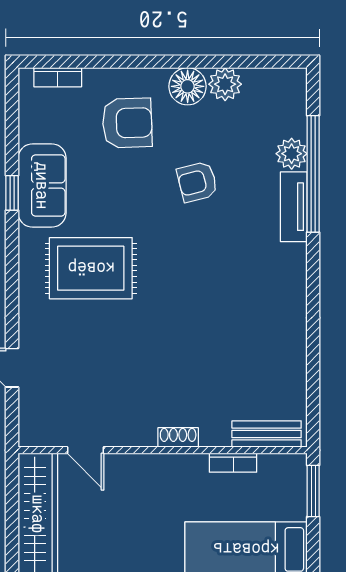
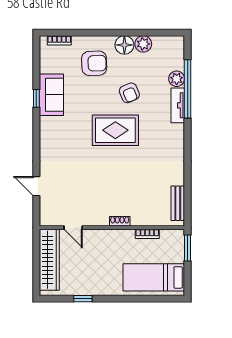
armchair: (197, 182) -> (129, 93), turned -99
rug: (91, 268) -> (115, 130), moved
bench: (267, 434) -> (178, 203), moved, turned 90

